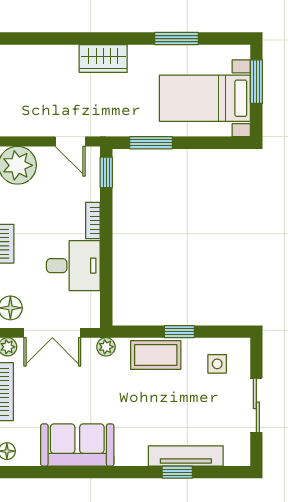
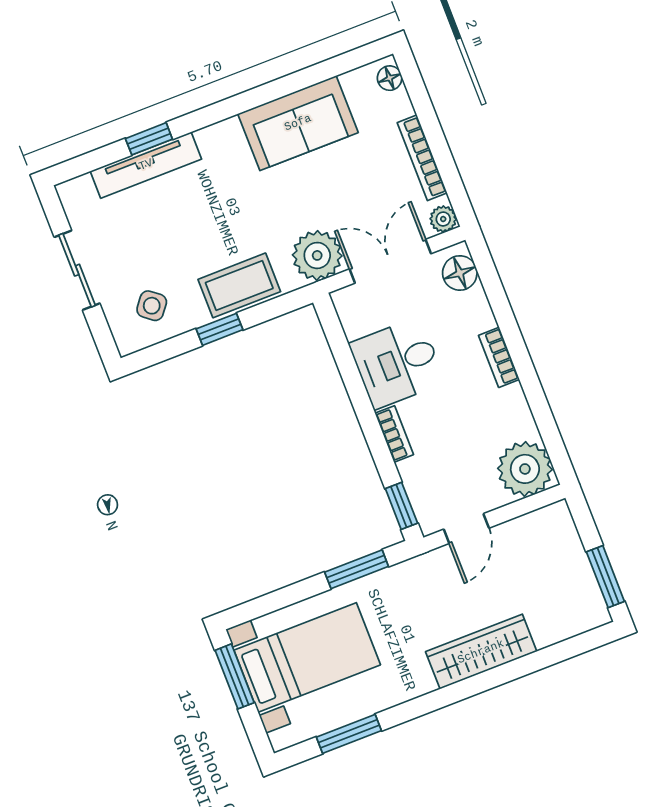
window: (177, 39) -> (349, 734), moved
wardrobe: (103, 59) -> (481, 652), width x1.50
window: (256, 82) -> (235, 676), moved
door: (70, 141) -> (466, 529), swing flipped
plant: (106, 347) -> (317, 255), width x1.88, depth x1.88
side table: (217, 364) -> (152, 306), turned 38

